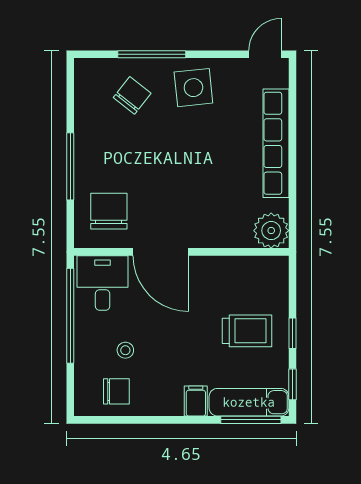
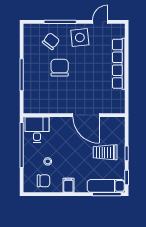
door: (265, 54) -> (100, 22), moved
chair: (109, 211) -> (60, 68), moved
plant: (271, 231) -> (117, 105), removed
door: (161, 252) -> (86, 115), moved
trolley: (247, 331) -> (105, 152), turned 180
filing cabinet: (196, 401) -> (68, 185), moved

